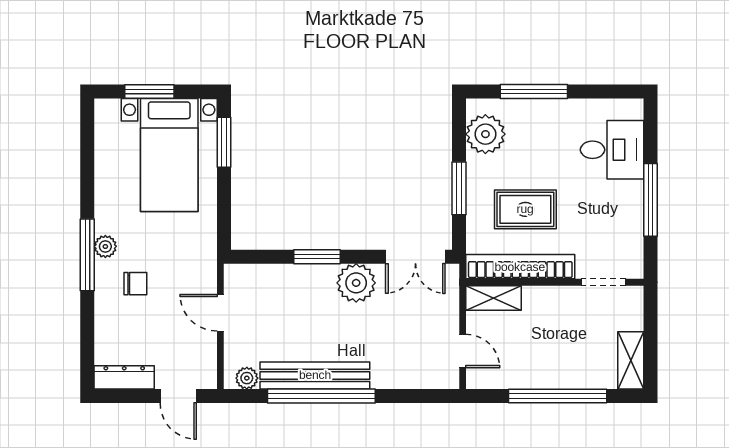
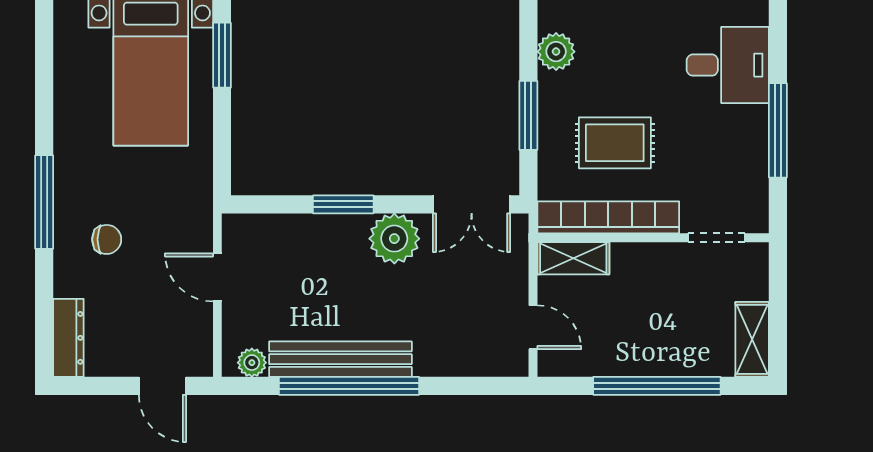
plant: (485, 134) -> (556, 52), width x0.73, depth x0.73
plant: (105, 246) -> (68, 191), removed
dresser: (124, 377) -> (68, 338), moved, turned 90

